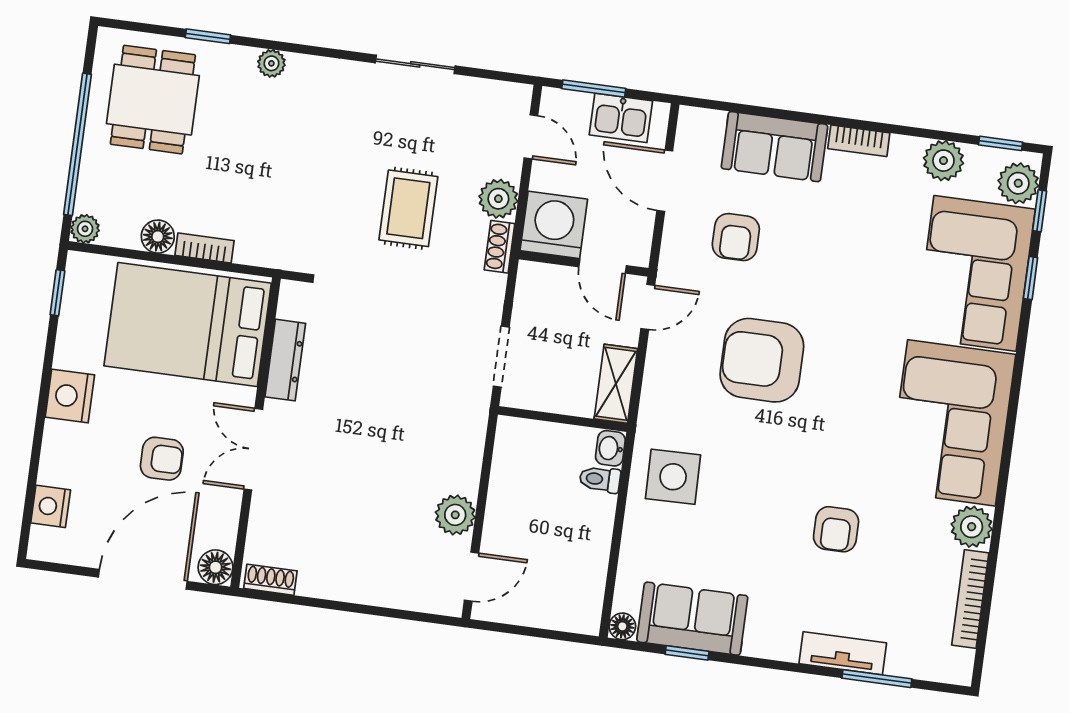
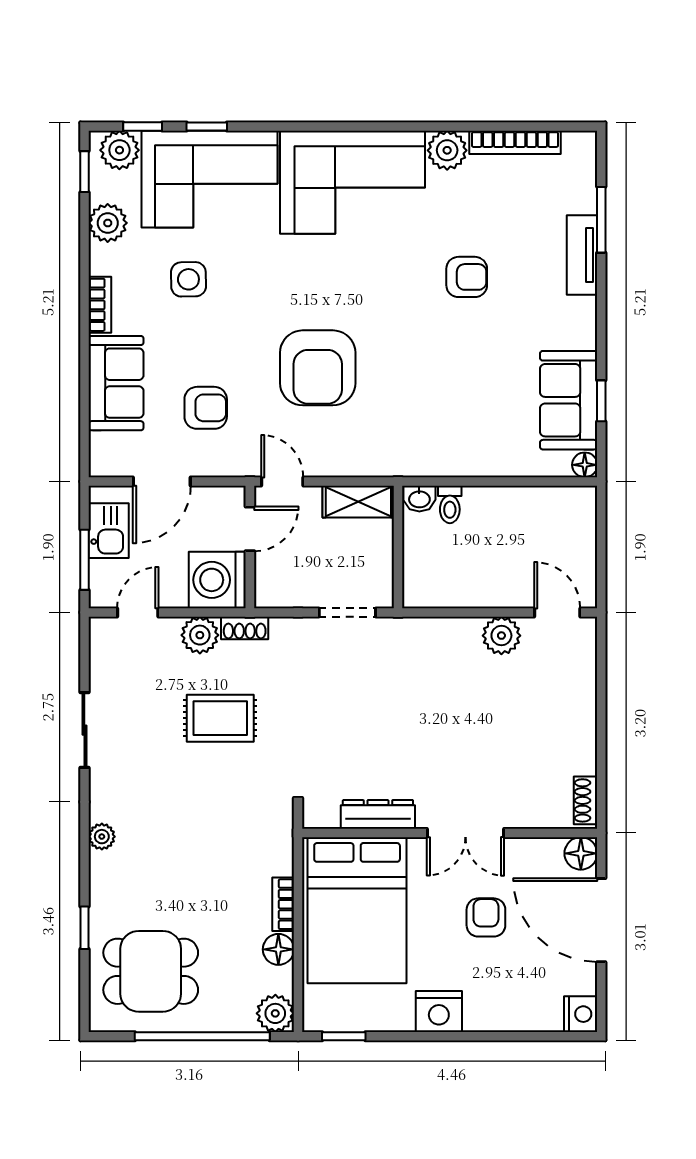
plant: (271, 63) -> (102, 837), moved
plant: (85, 229) -> (275, 1013), width x1.38, depth x1.38
side table: (673, 477) -> (188, 279), moved, width x0.73, depth x0.73
nightstand: (51, 506) -> (581, 1014), moved, turned -90

